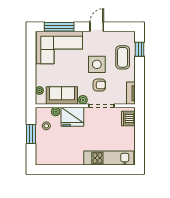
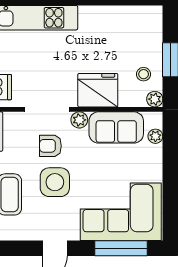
plant: (56, 112) -> (155, 99), moved

